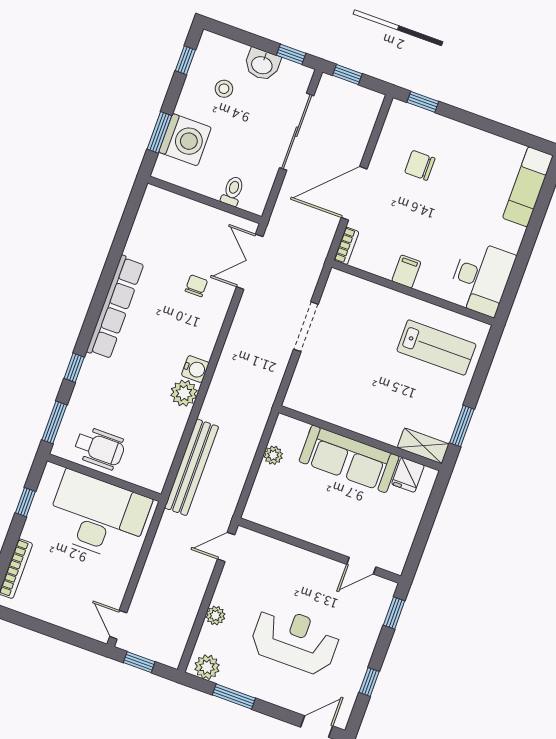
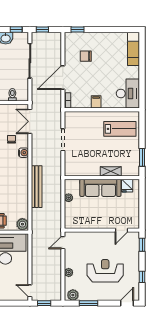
water cooler: (195, 369) -> (24, 153), moved
plant: (184, 393) -> (22, 224), moved
shelving: (423, 446) -> (111, 171), moved
bench: (192, 467) -> (37, 187), moved

